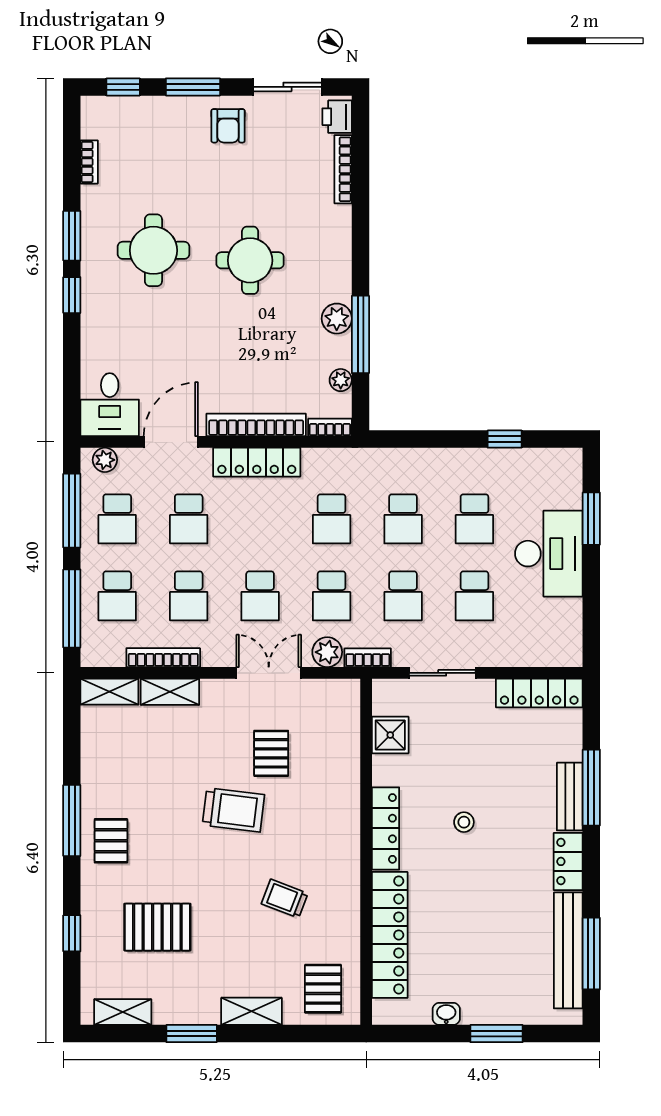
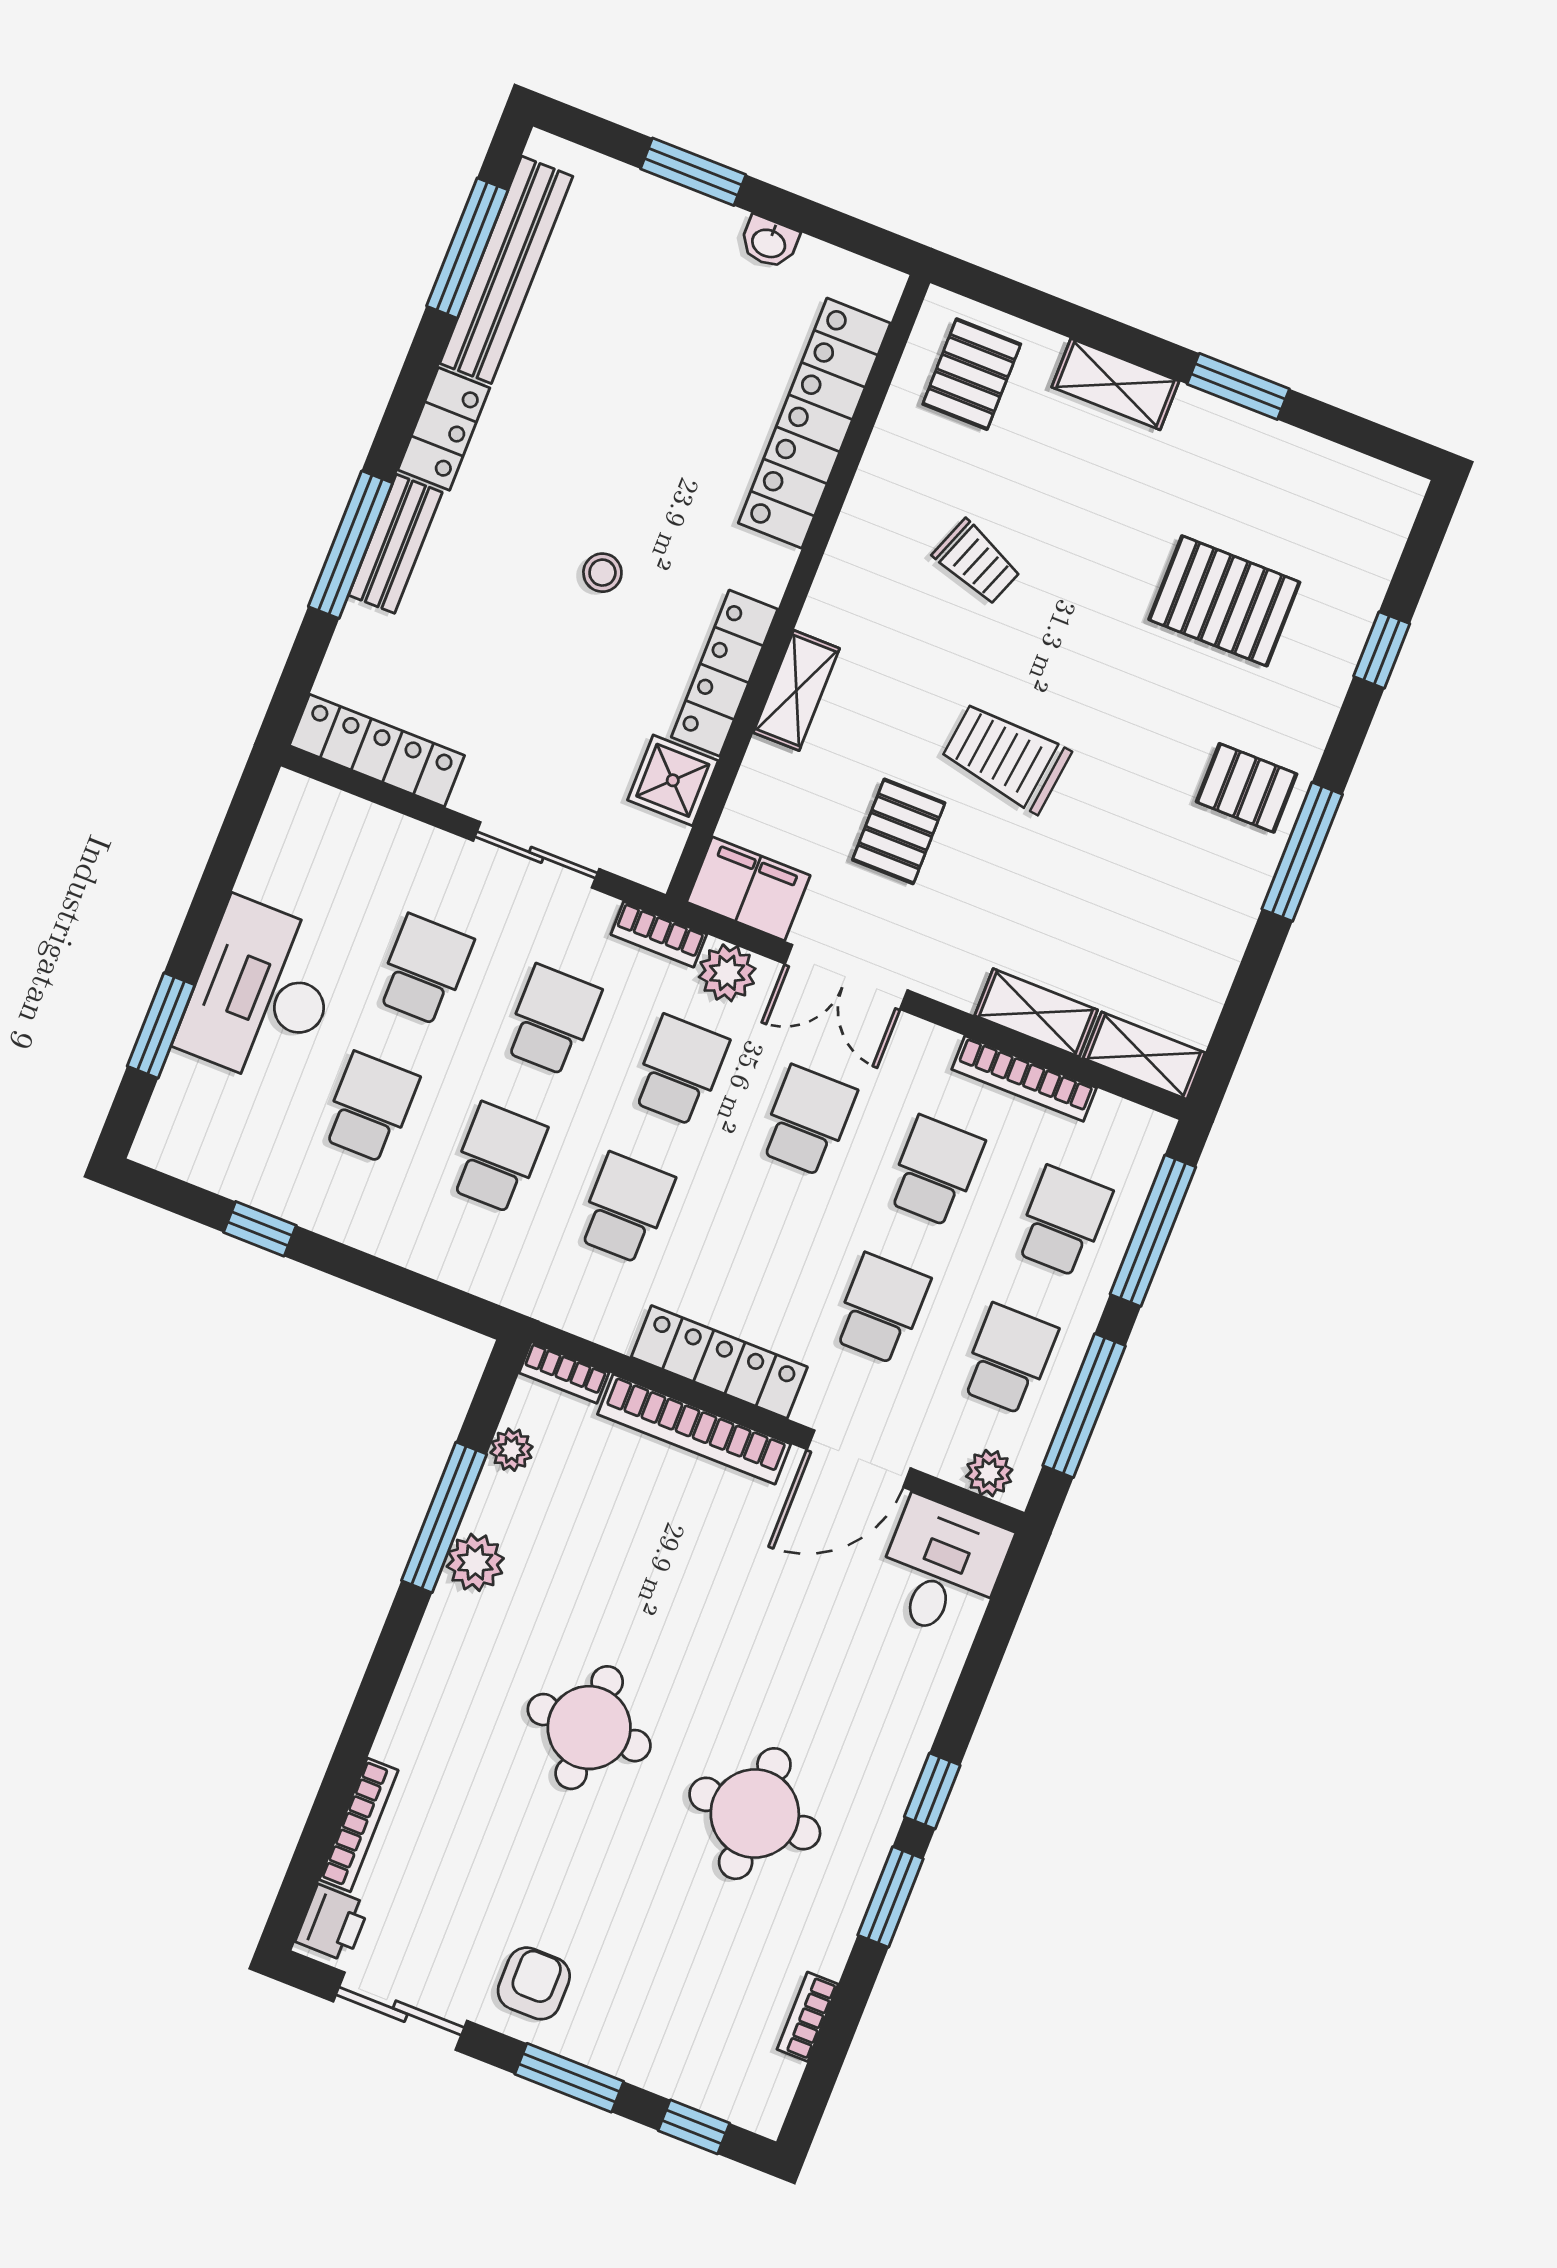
filing cabinet: (333, 697) -> (748, 889), added
locker: (386, 828) -> (725, 673), moved
pallet: (111, 841) -> (1247, 788), turned 90
shelving: (123, 1012) -> (796, 690), moved, turned 90

